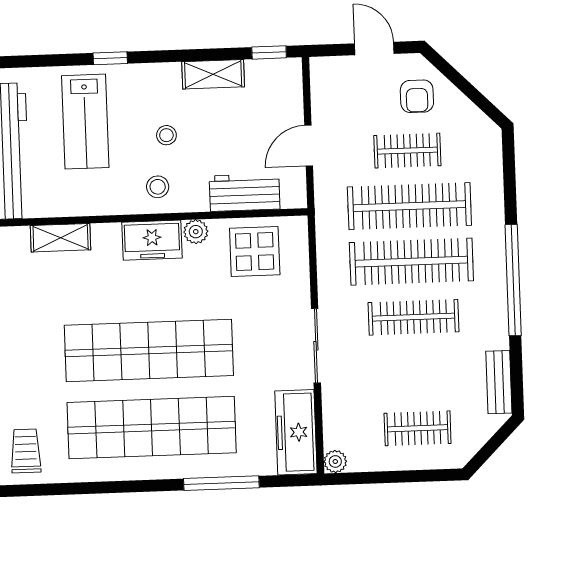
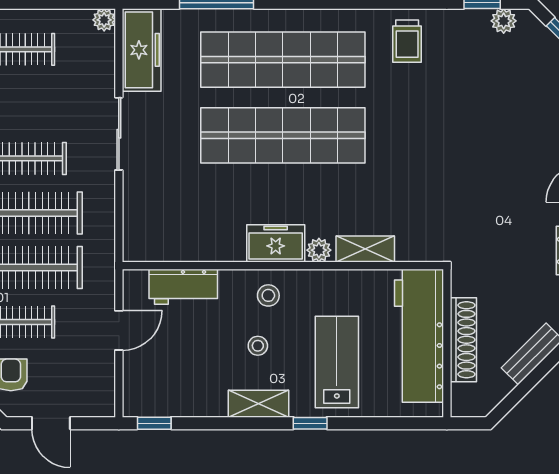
shelving: (213, 74) -> (258, 404), moved
plant: (196, 232) -> (319, 250), moved
display table: (255, 252) -> (175, 229), removed

